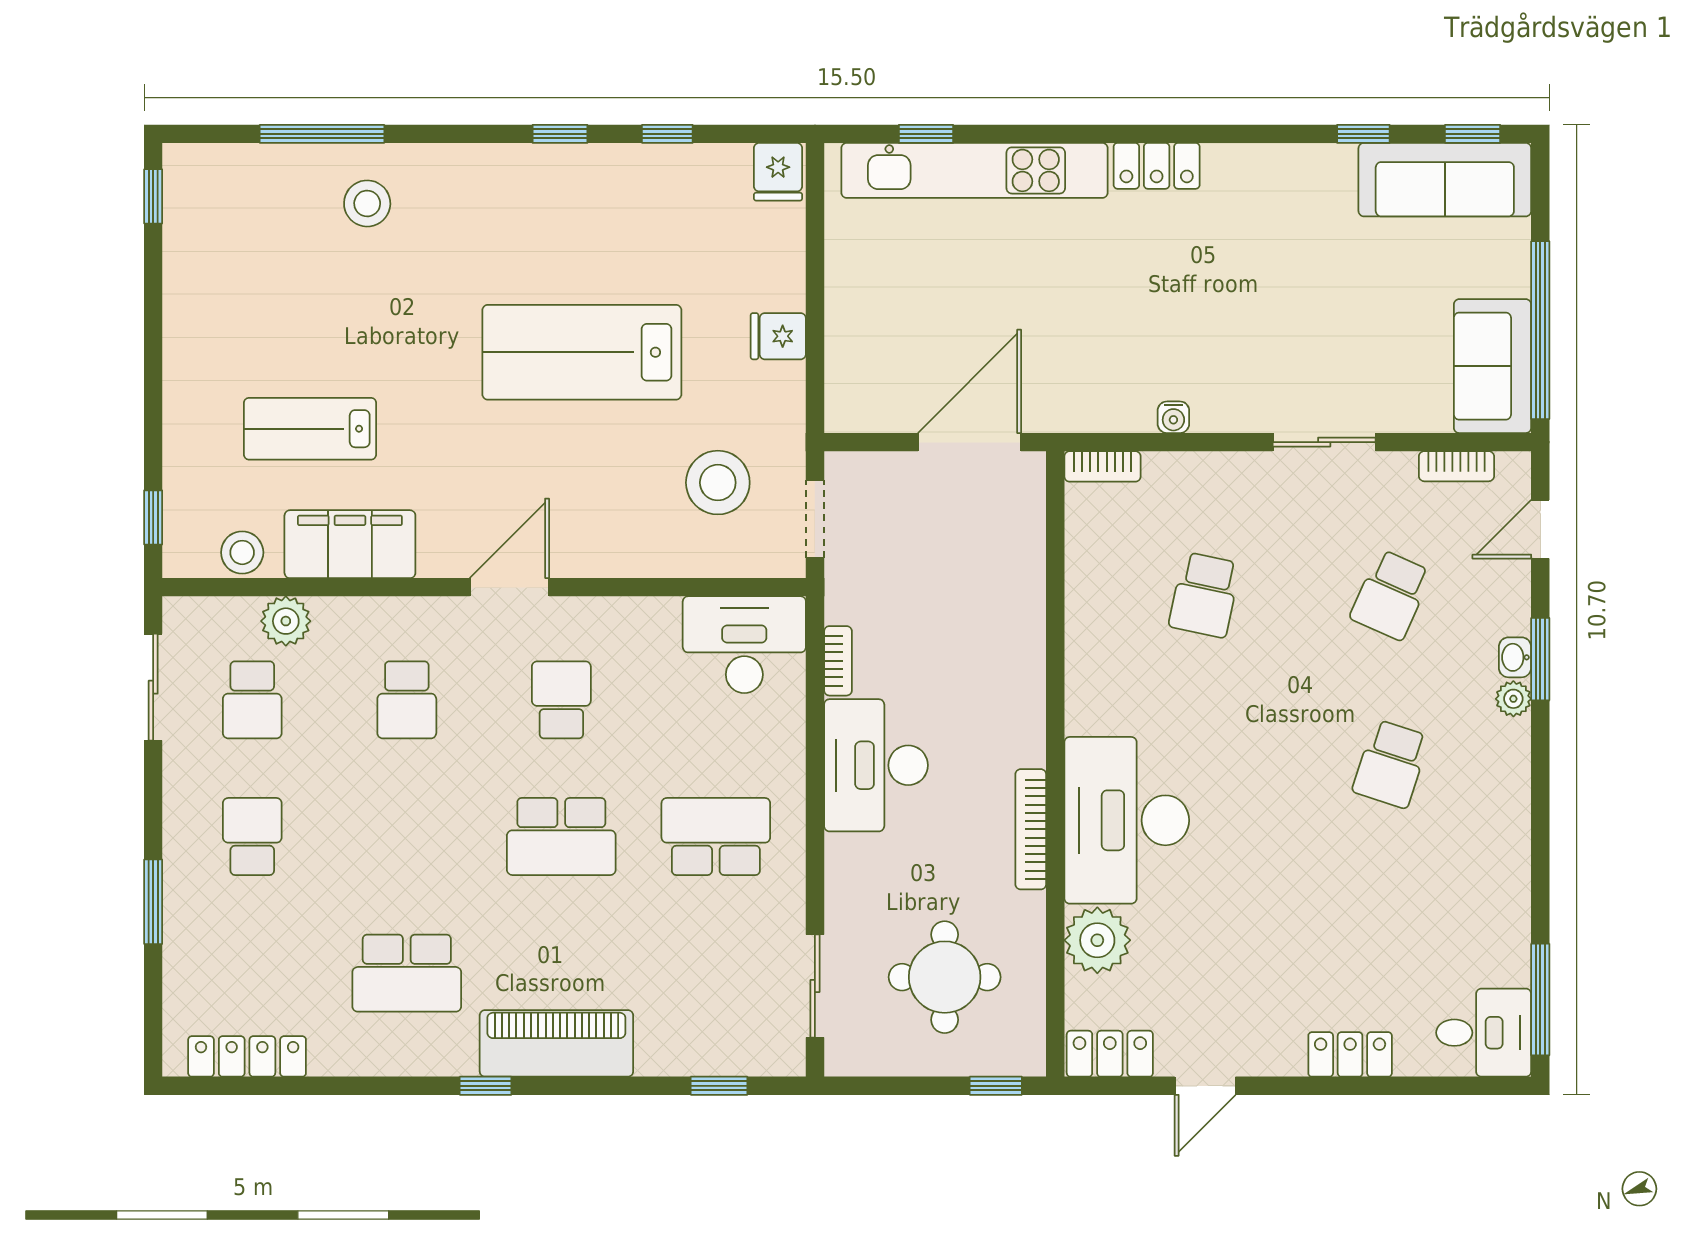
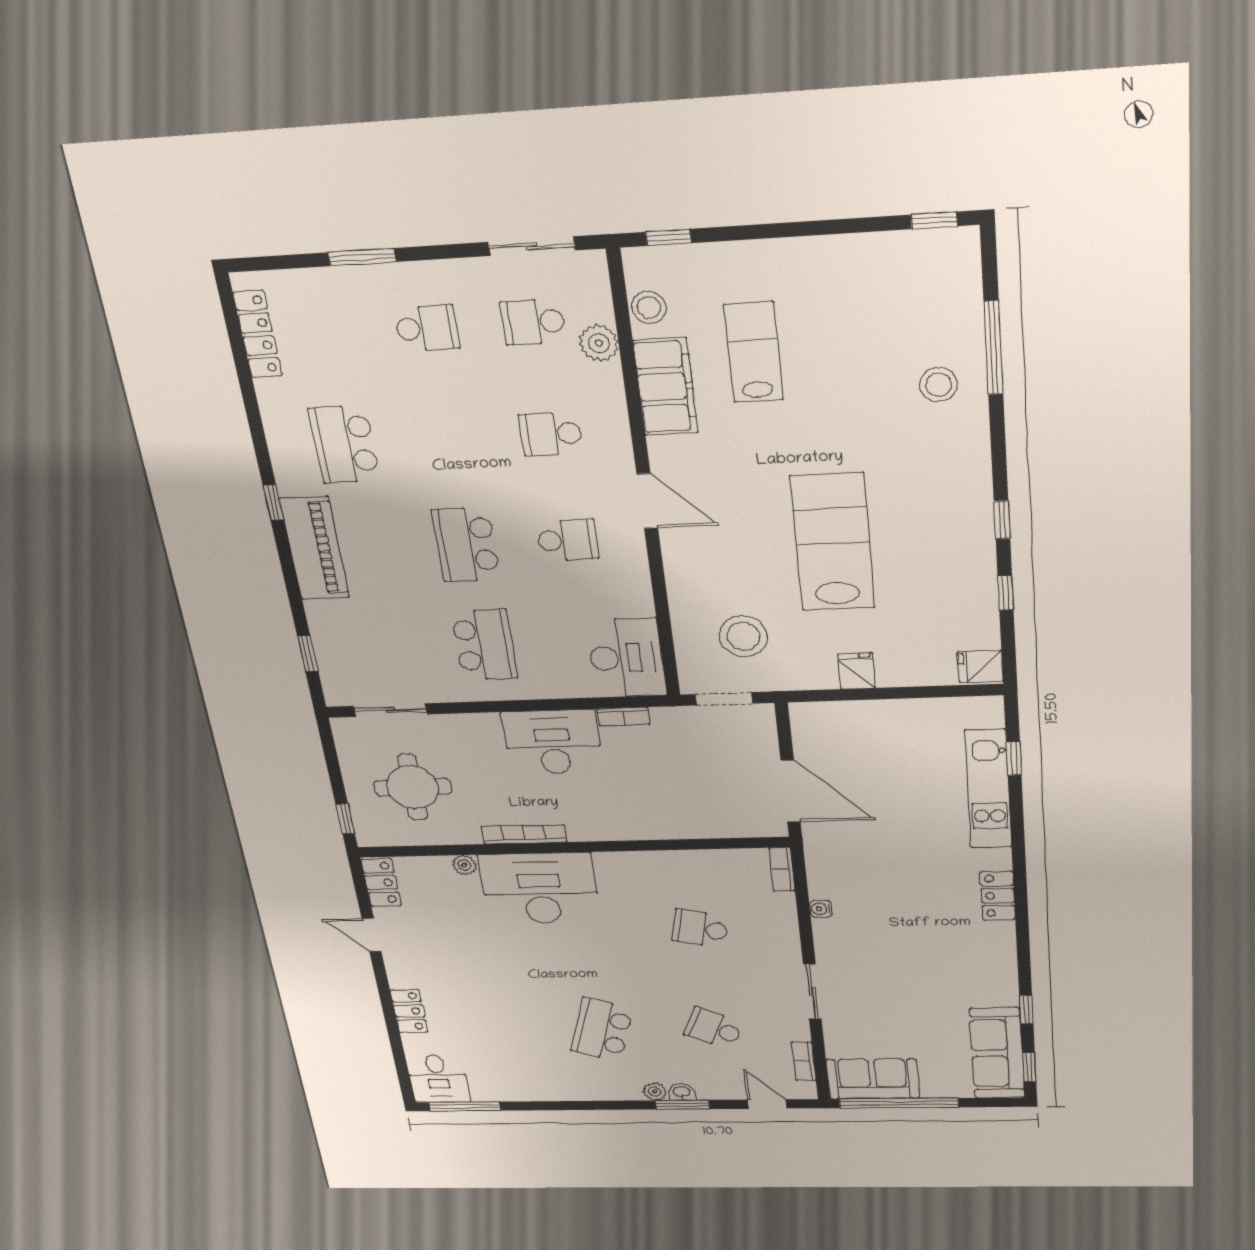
kitchen unit: (974, 170) -> (988, 789), width x0.73
school desk: (1391, 764) -> (602, 1030), width x1.85
plant: (1097, 940) -> (464, 865), width x0.53, depth x0.53

